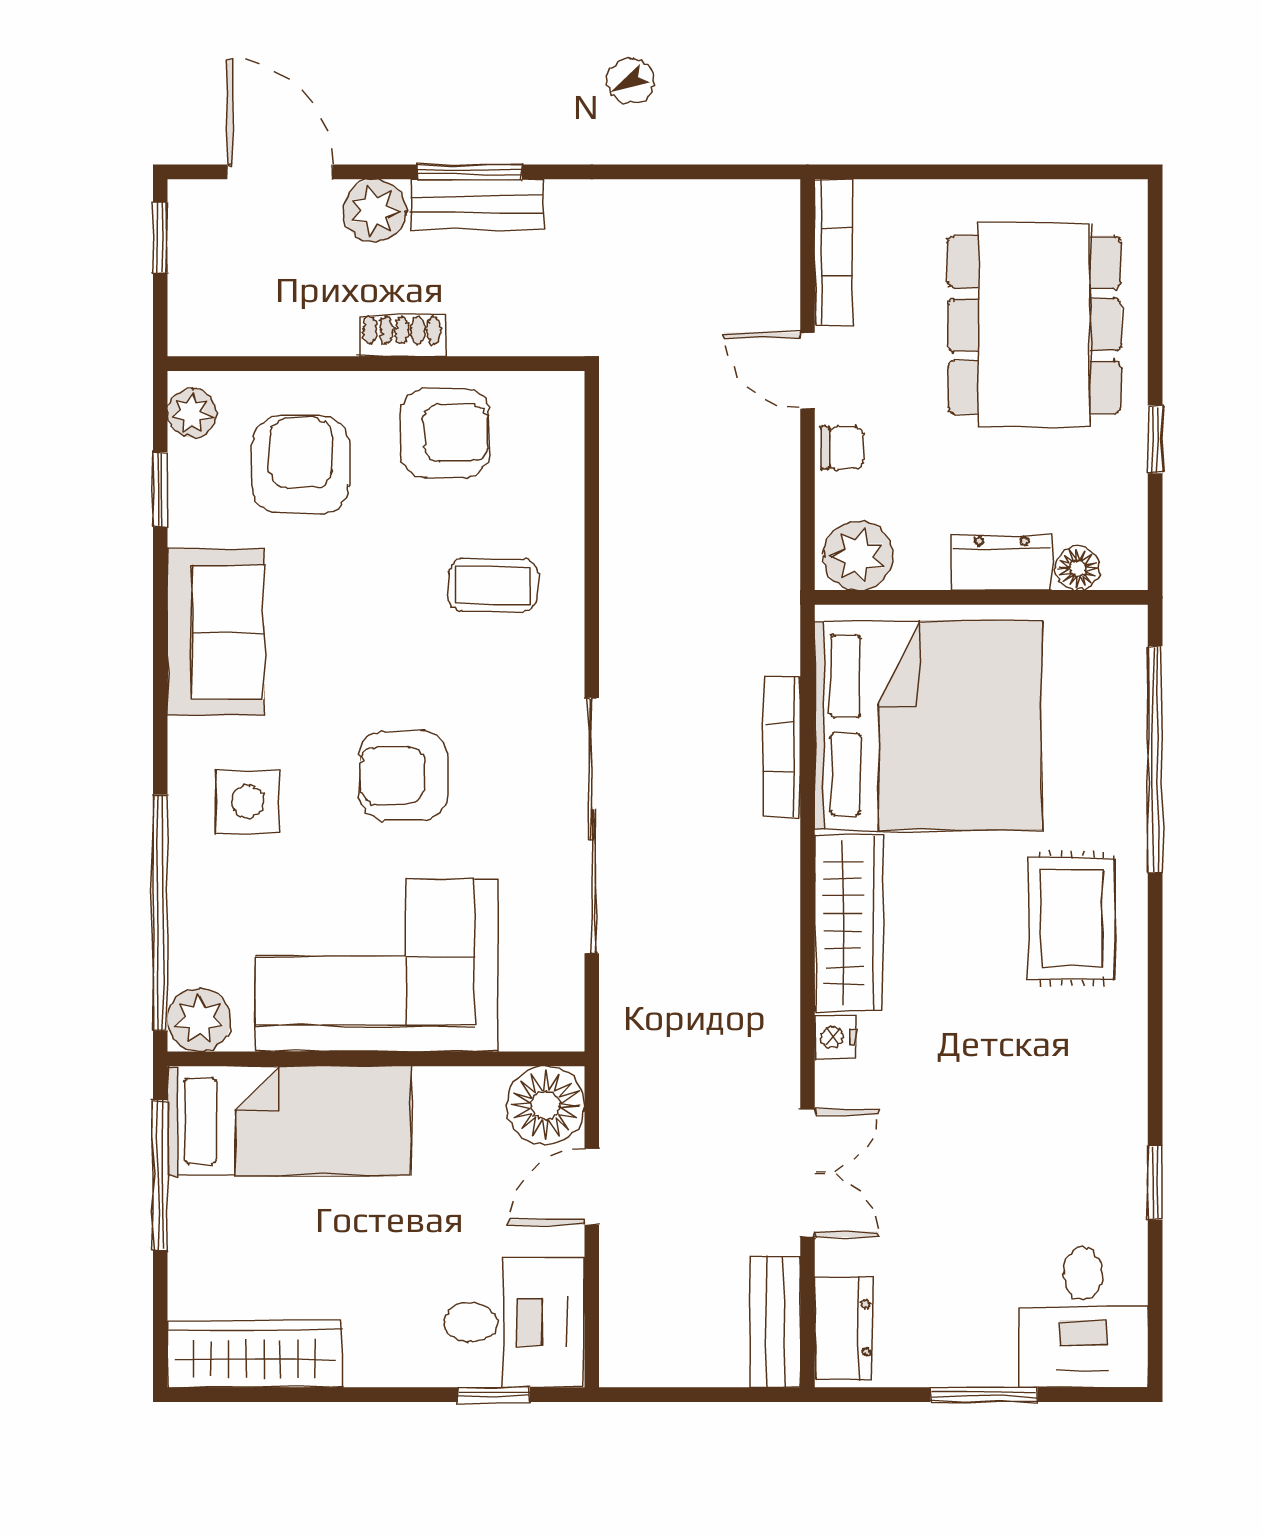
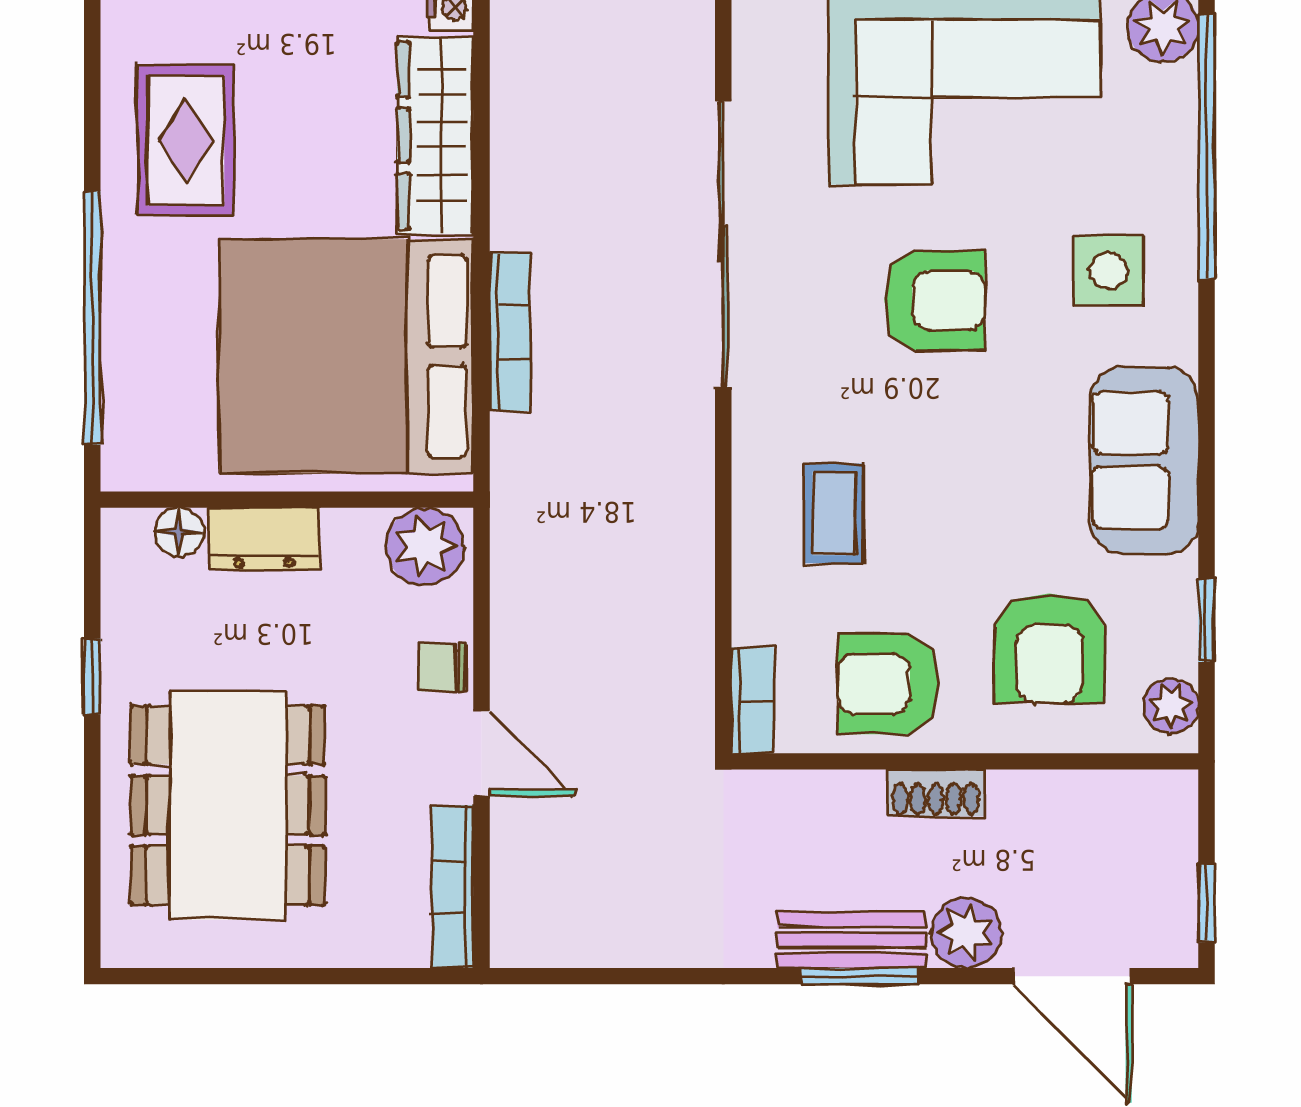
bookcase: (566, 418) -> (752, 700), added
coffee table: (493, 585) -> (834, 513), turned 90

